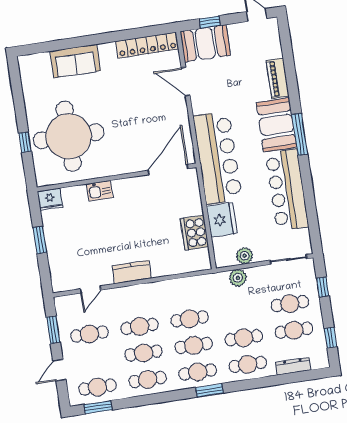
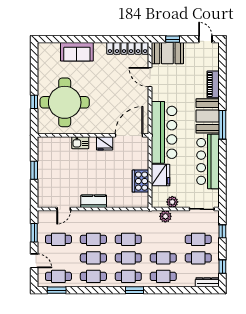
fridge: (50, 199) -> (105, 143), moved
dresser: (293, 366) -> (207, 282), moved
door: (59, 370) -> (34, 261), swing flipped

